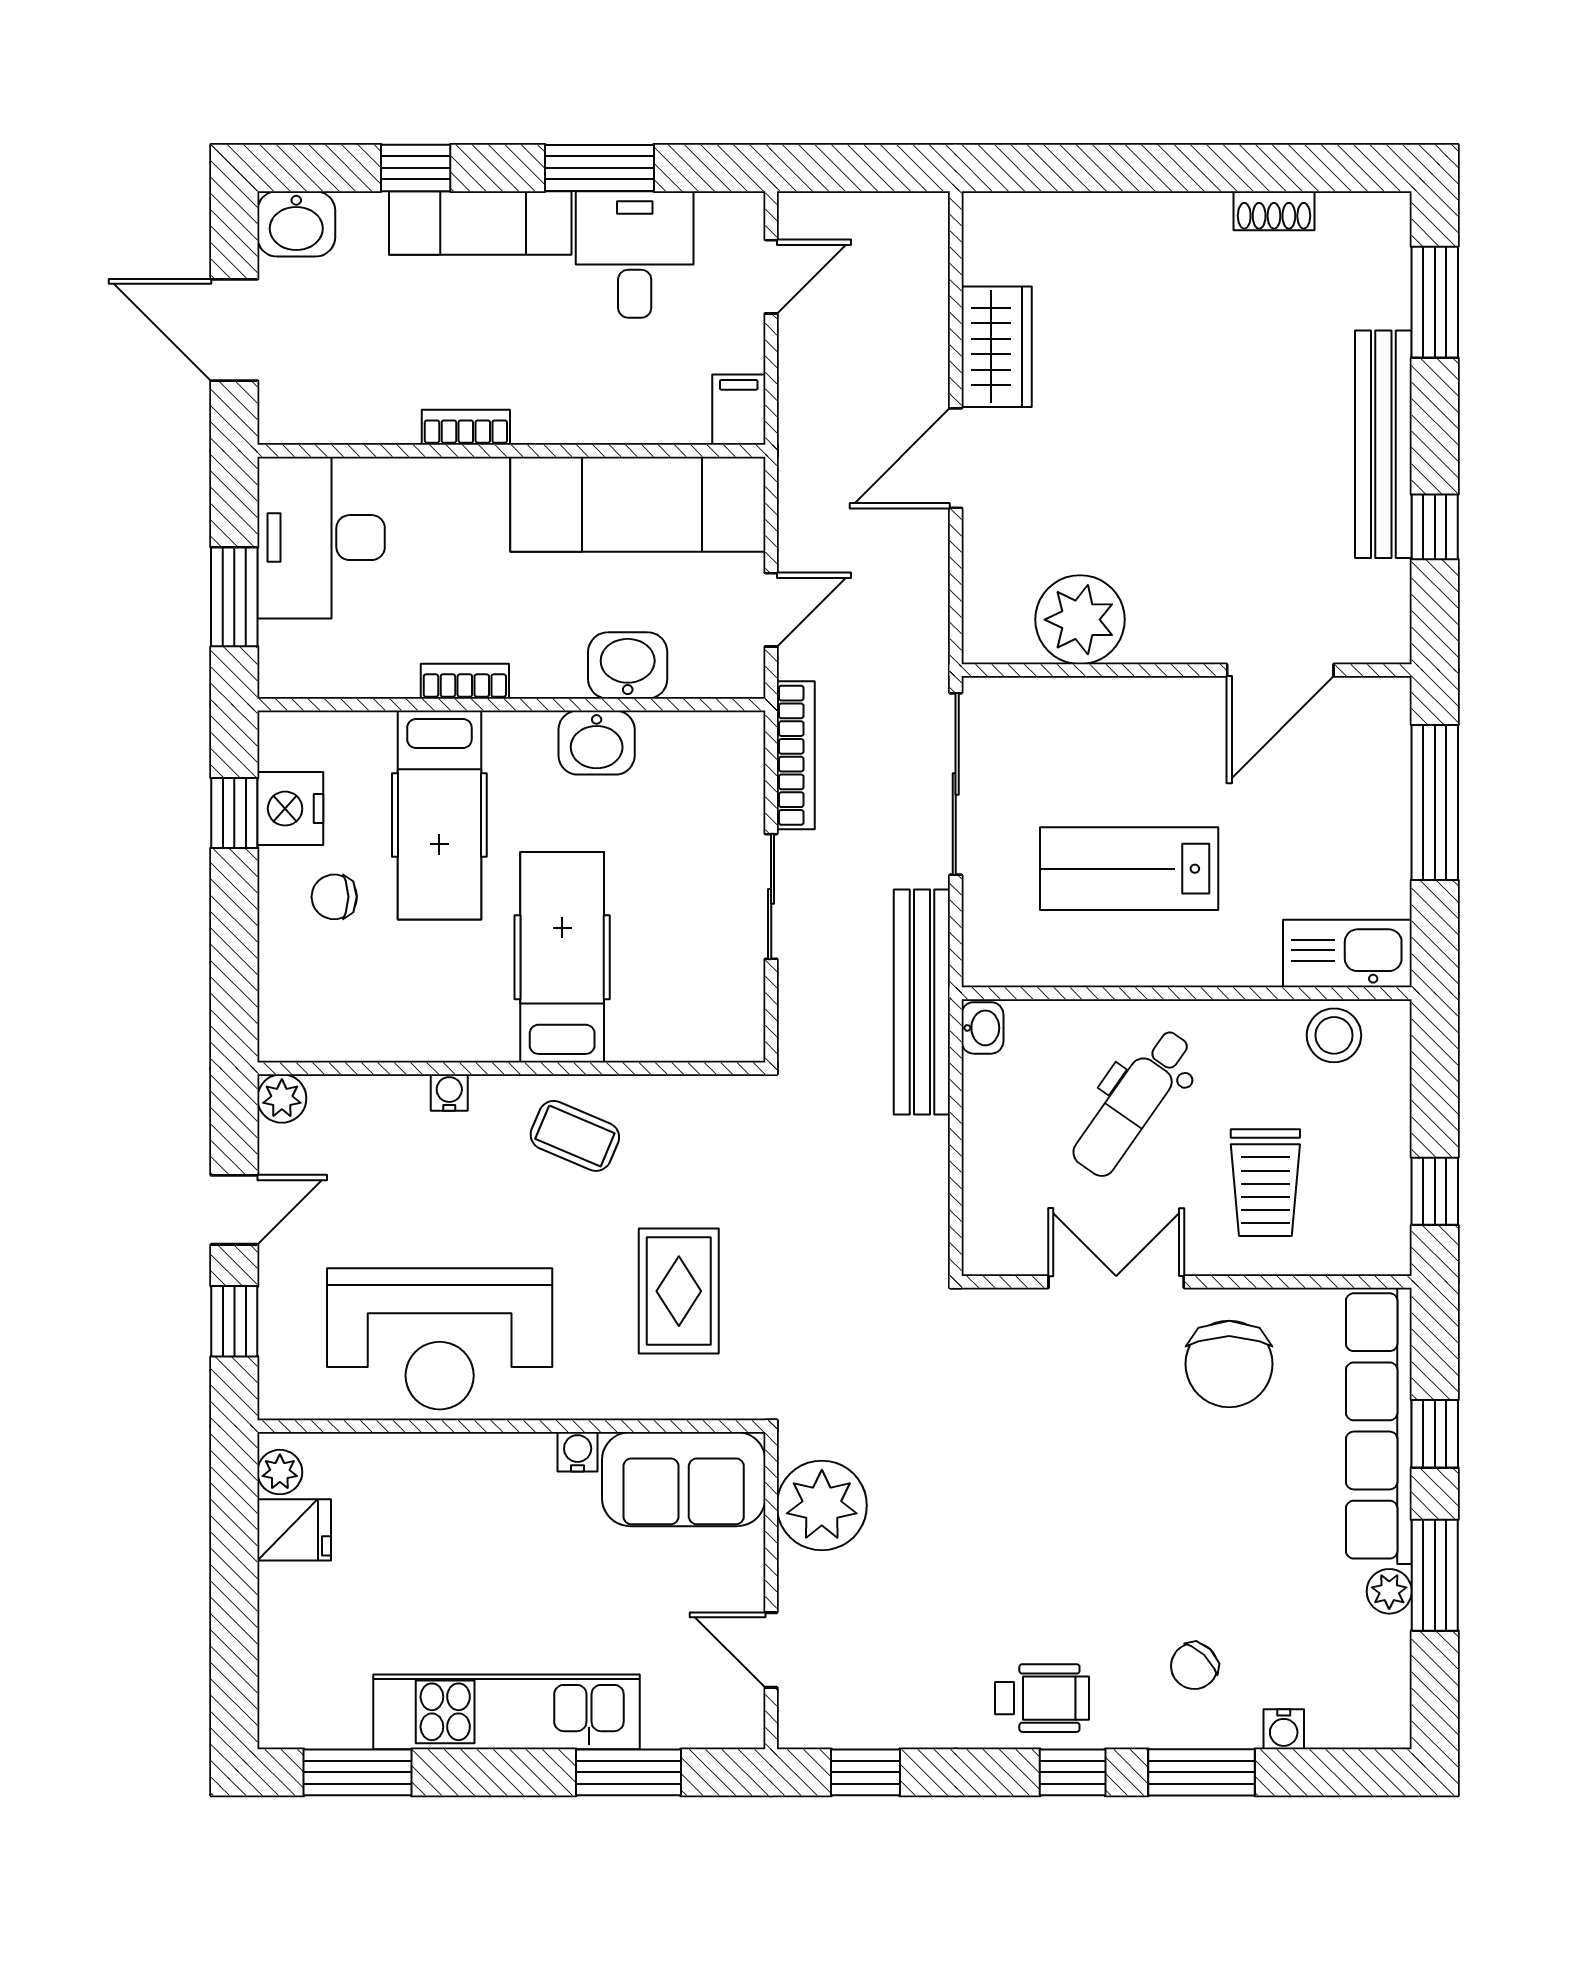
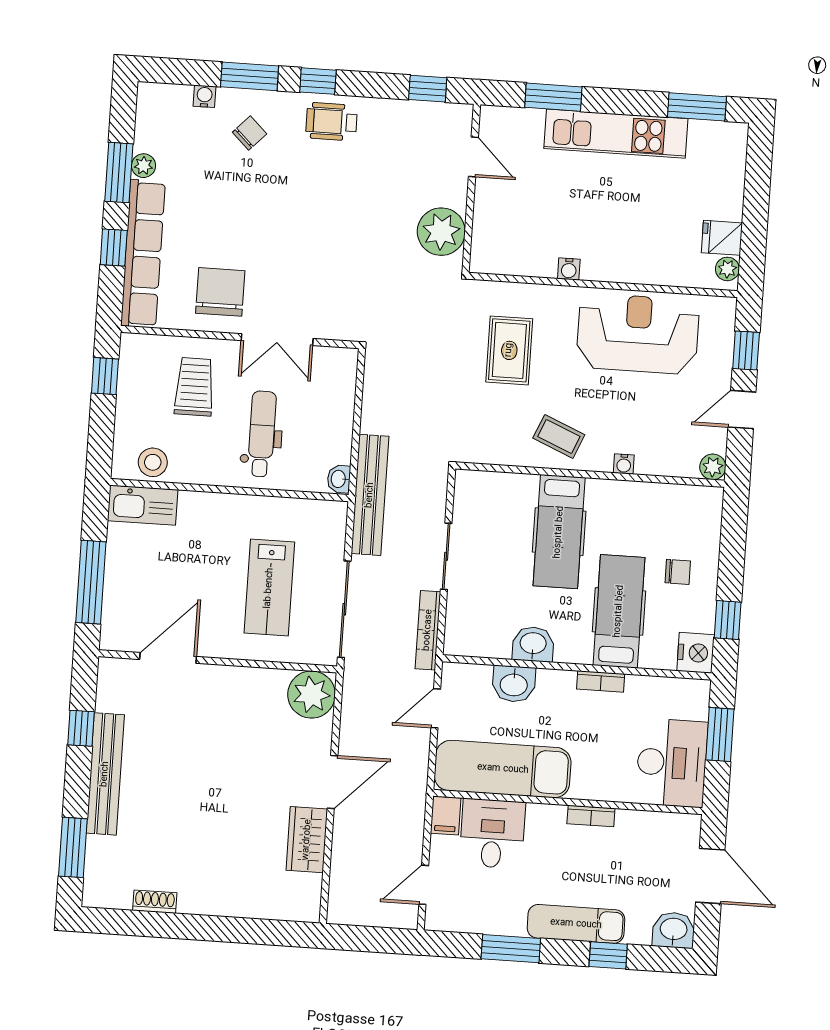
desk: (635, 254) -> (492, 834), moved, turned 180
plant: (1080, 620) -> (312, 695), moved
nightstand: (290, 809) -> (696, 653), moved
lab bench: (1129, 869) -> (269, 588), moved, turned 90
dental chair: (1133, 1103) -> (262, 434), turned -35
sofa: (684, 1479) -> (514, 251), removed

